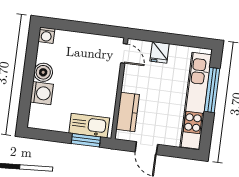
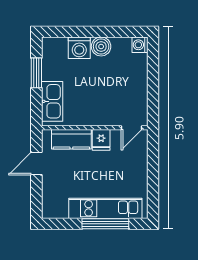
fridge: (160, 52) -> (101, 140), moved, turned -90
kitchen unit: (196, 101) -> (105, 208), width x0.73
window: (86, 140) -> (36, 73), moved

